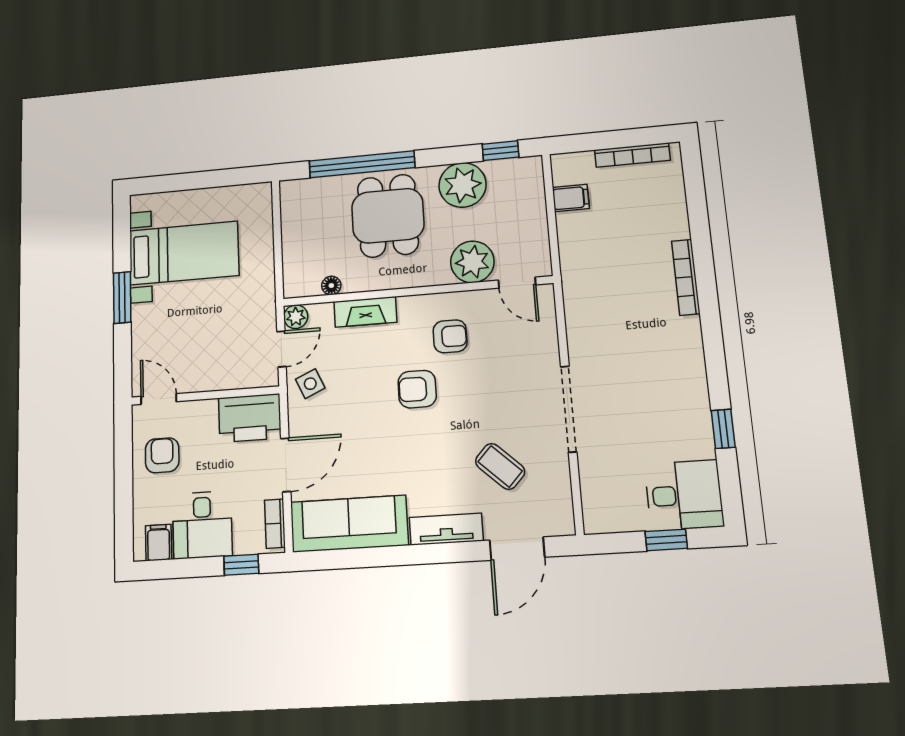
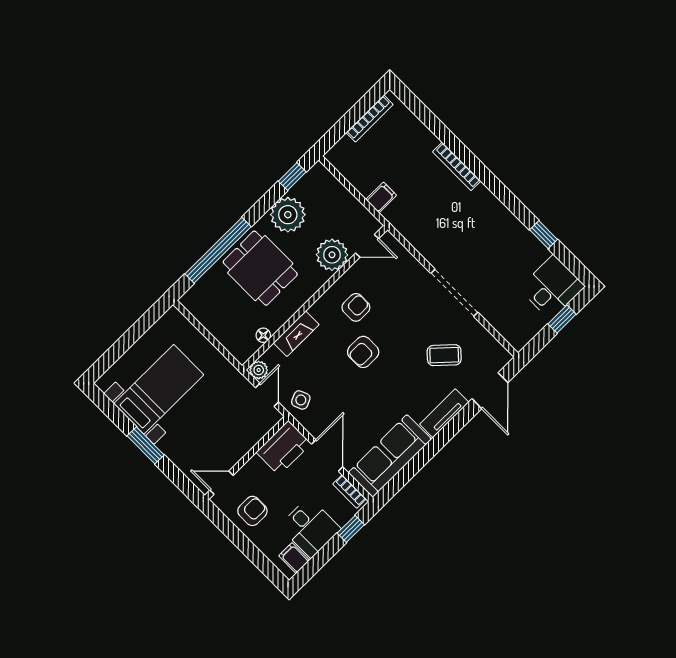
filing cabinet: (571, 198) -> (381, 197), moved
armchair: (162, 455) -> (252, 511), turned 90

